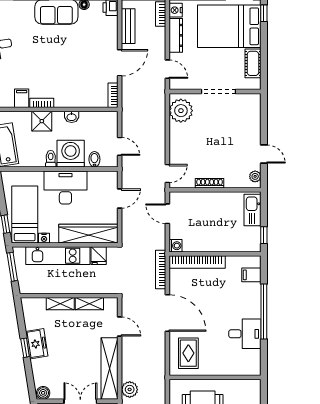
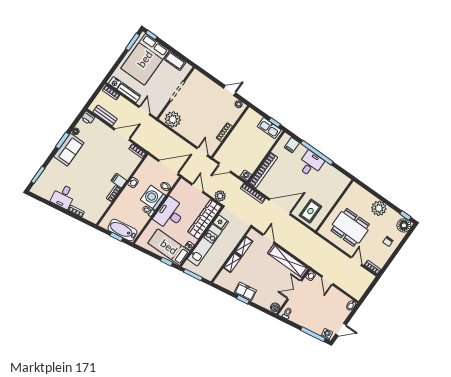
door: (120, 63) -> (122, 135), hinge flipped
door: (167, 69) -> (144, 111), hinge flipped
filing cabinet: (22, 98) -> (119, 181), moved
shower: (42, 121) -> (124, 201), removed
door: (120, 146) -> (168, 168), width x1.87
kitchen sink: (253, 210) -> (269, 128), moved
door: (120, 326) -> (268, 239), hinge flipped
desk: (245, 334) -> (311, 164), moved
rug: (188, 353) -> (310, 211), turned 90
plant: (130, 389) -> (220, 196), moved

